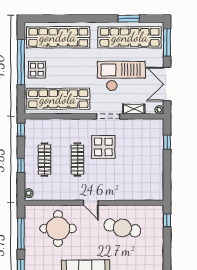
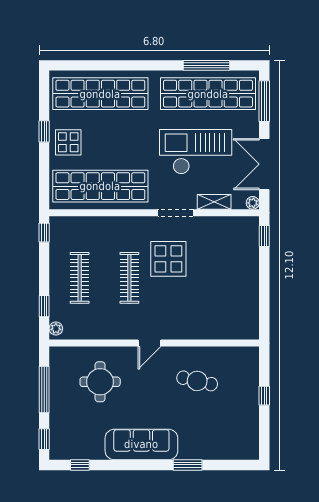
window: (129, 19) -> (207, 65), width x1.44
window: (21, 62) -> (44, 131), width x0.32
window: (167, 142) -> (264, 236), moved
window: (21, 165) -> (44, 306), moved
door: (91, 203) -> (149, 343), hinge flipped
window: (167, 220) -> (264, 396), moved
round table: (58, 228) -> (100, 382), width x0.73, depth x0.73
cafe table: (122, 228) -> (197, 381), width x0.73, depth x0.74

